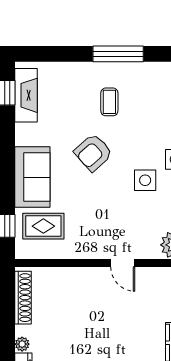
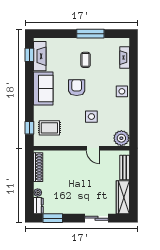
armchair: (93, 152) -> (77, 88), turned 132
sofa: (32, 177) -> (43, 88), moved
side table: (145, 180) -> (91, 117), moved

